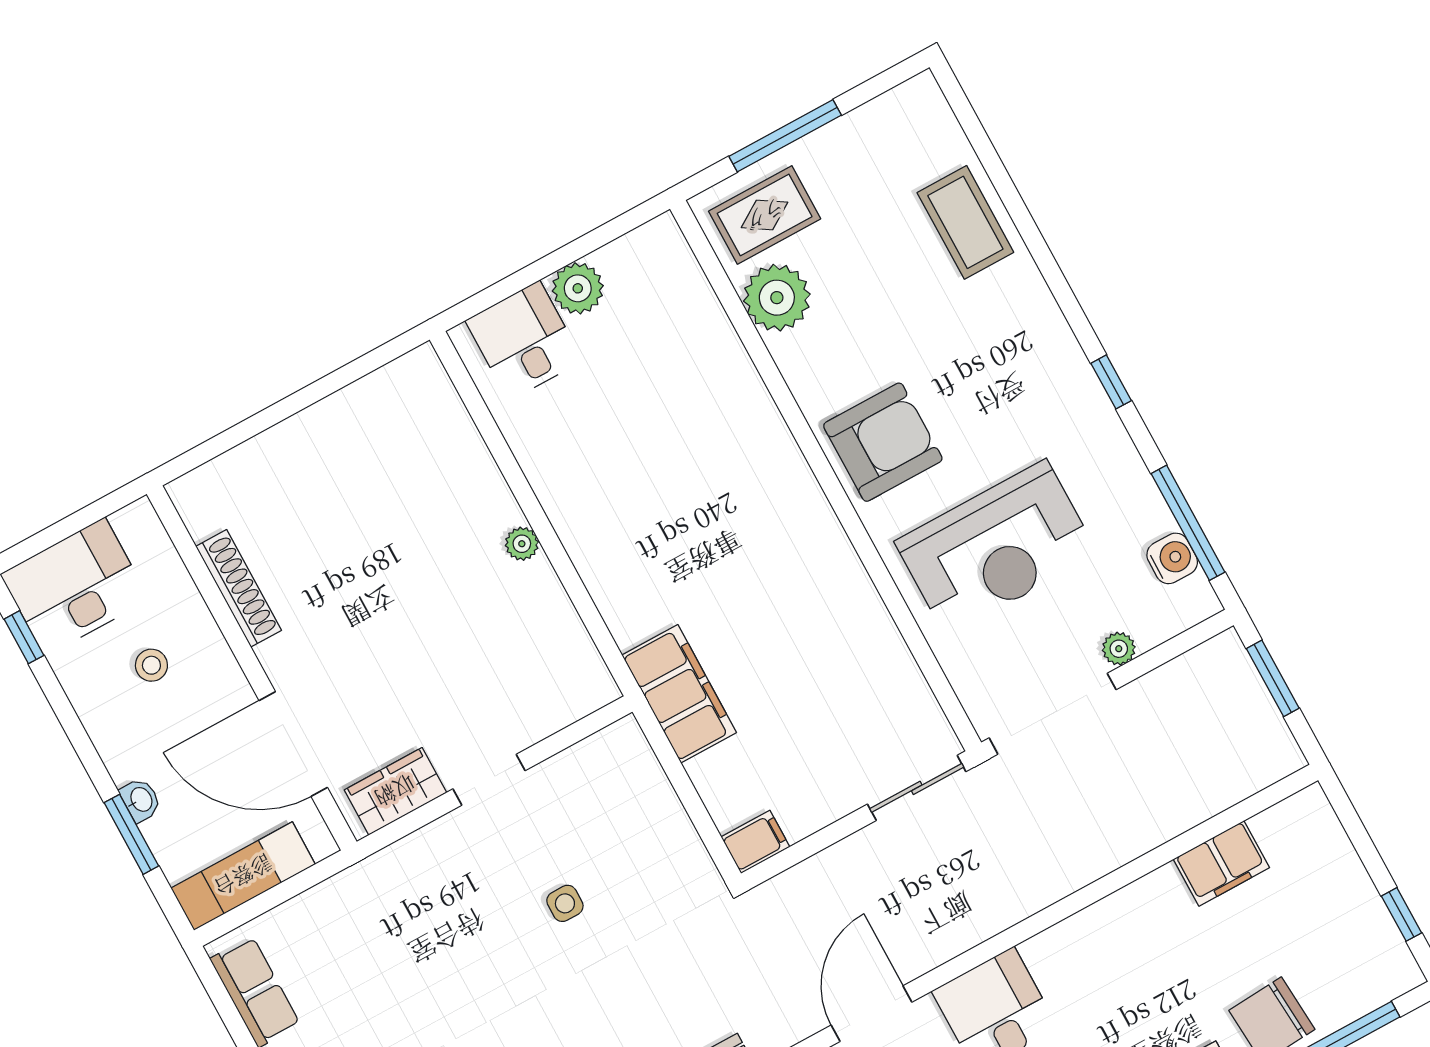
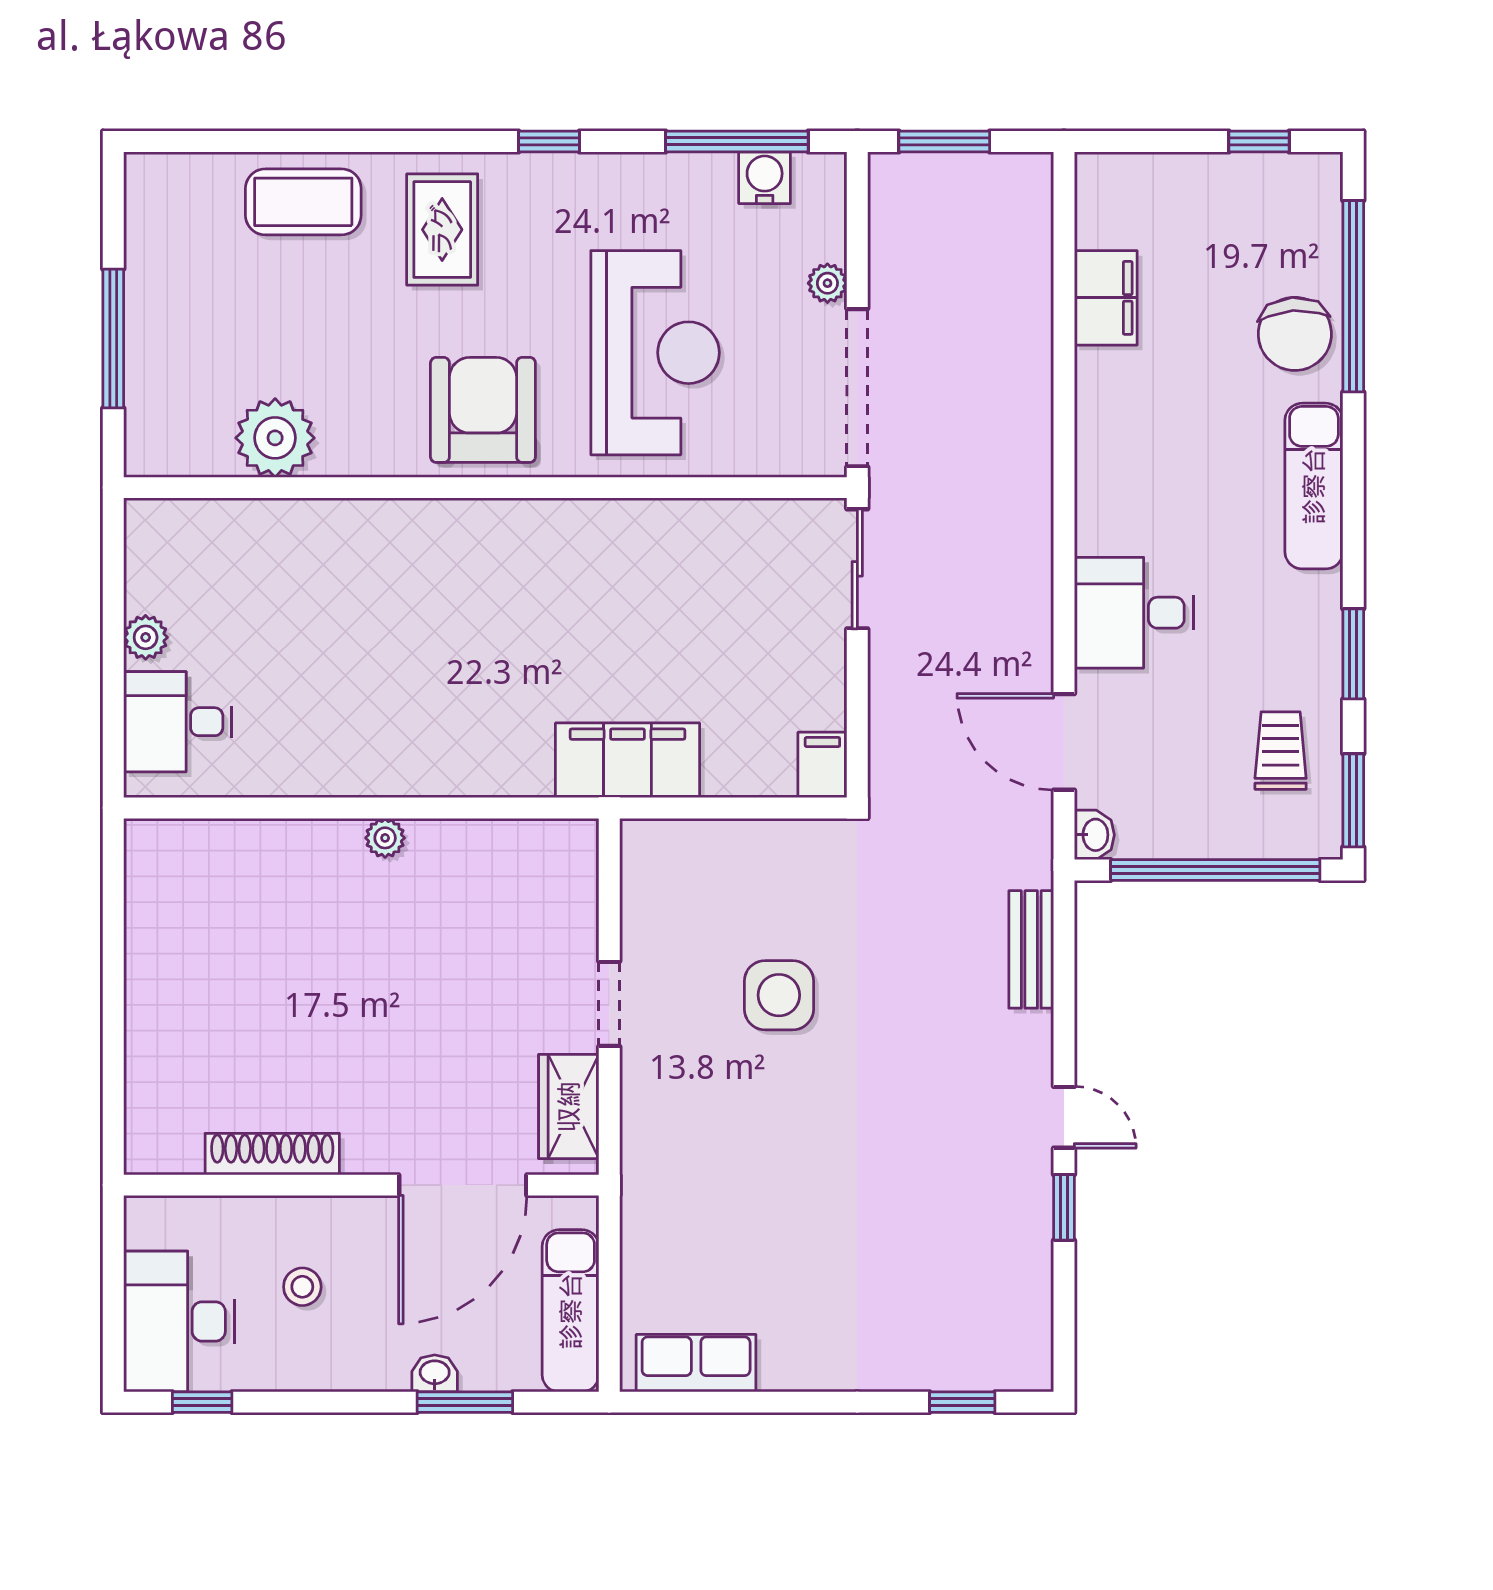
rug: (765, 215) -> (442, 230), moved
plant: (578, 288) -> (146, 637), width x0.73, depth x0.73
side table: (565, 903) -> (779, 995), width x1.87, depth x1.87

